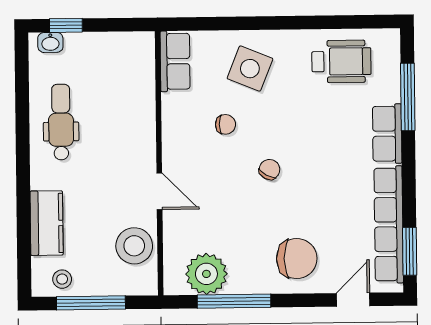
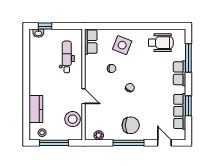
dental chair: (61, 122) -> (67, 57), moved
row of seats: (389, 224) -> (180, 111), width x0.73
window: (410, 251) -> (188, 106), moved
chair: (297, 259) -> (131, 125), moved
plant: (206, 274) -> (99, 135), width x0.53, depth x0.53
door: (353, 300) -> (164, 143), hinge flipped
window: (234, 301) -> (129, 143), moved

